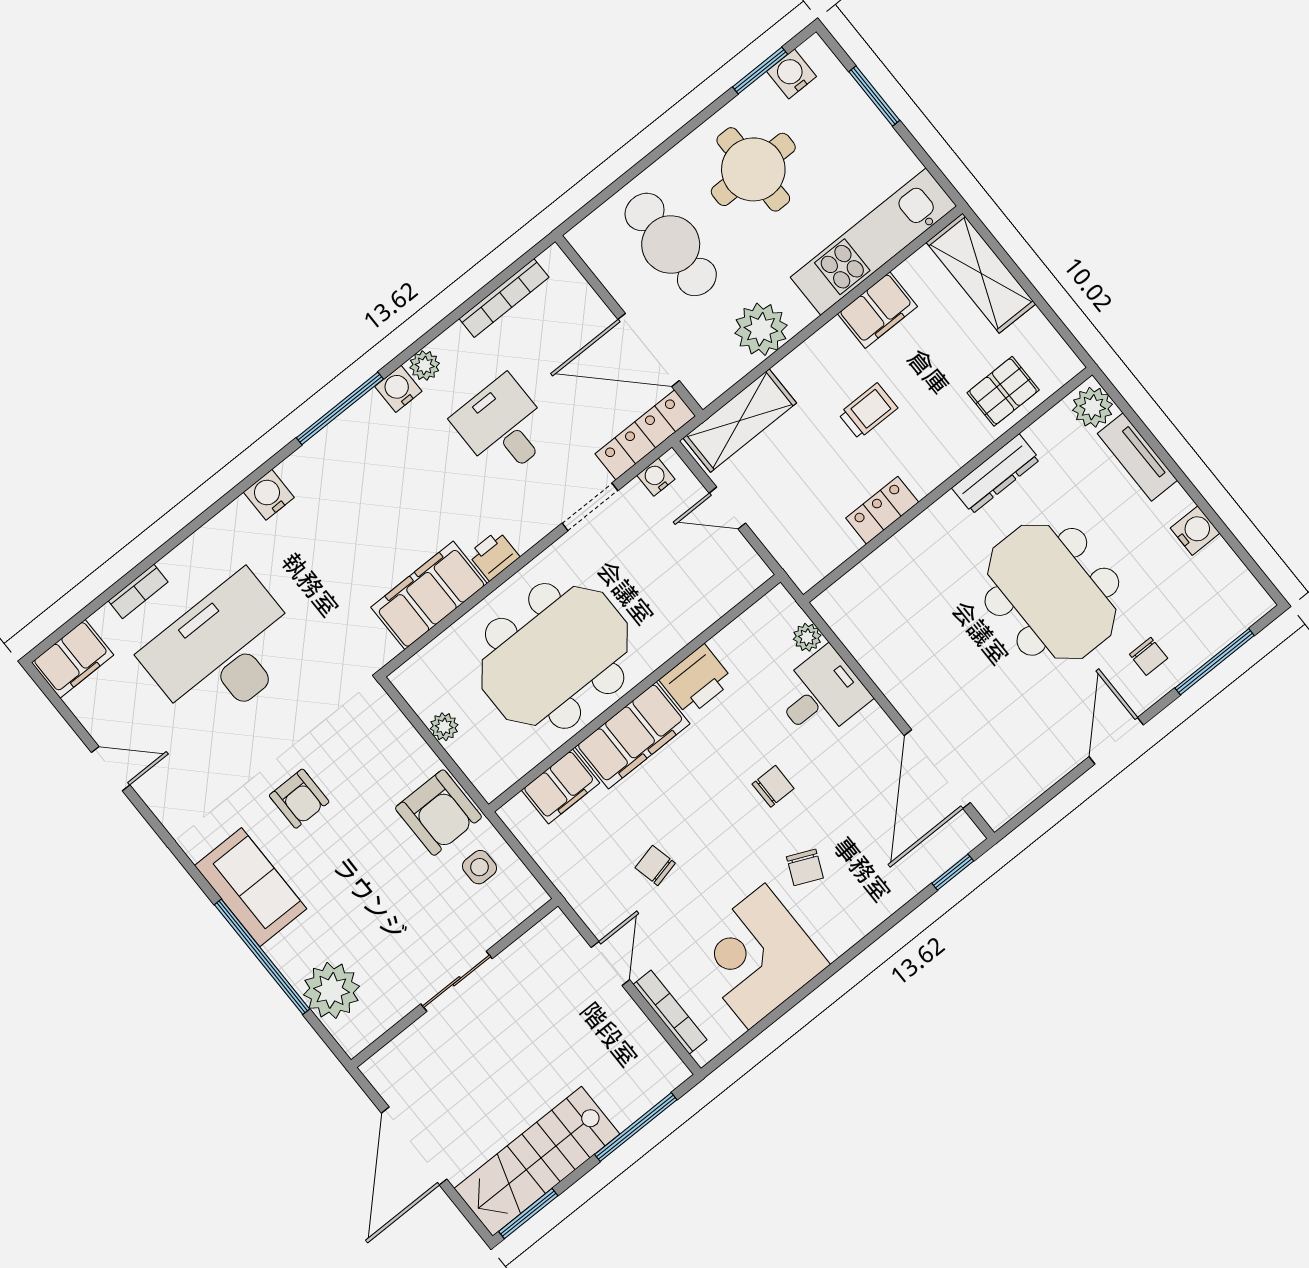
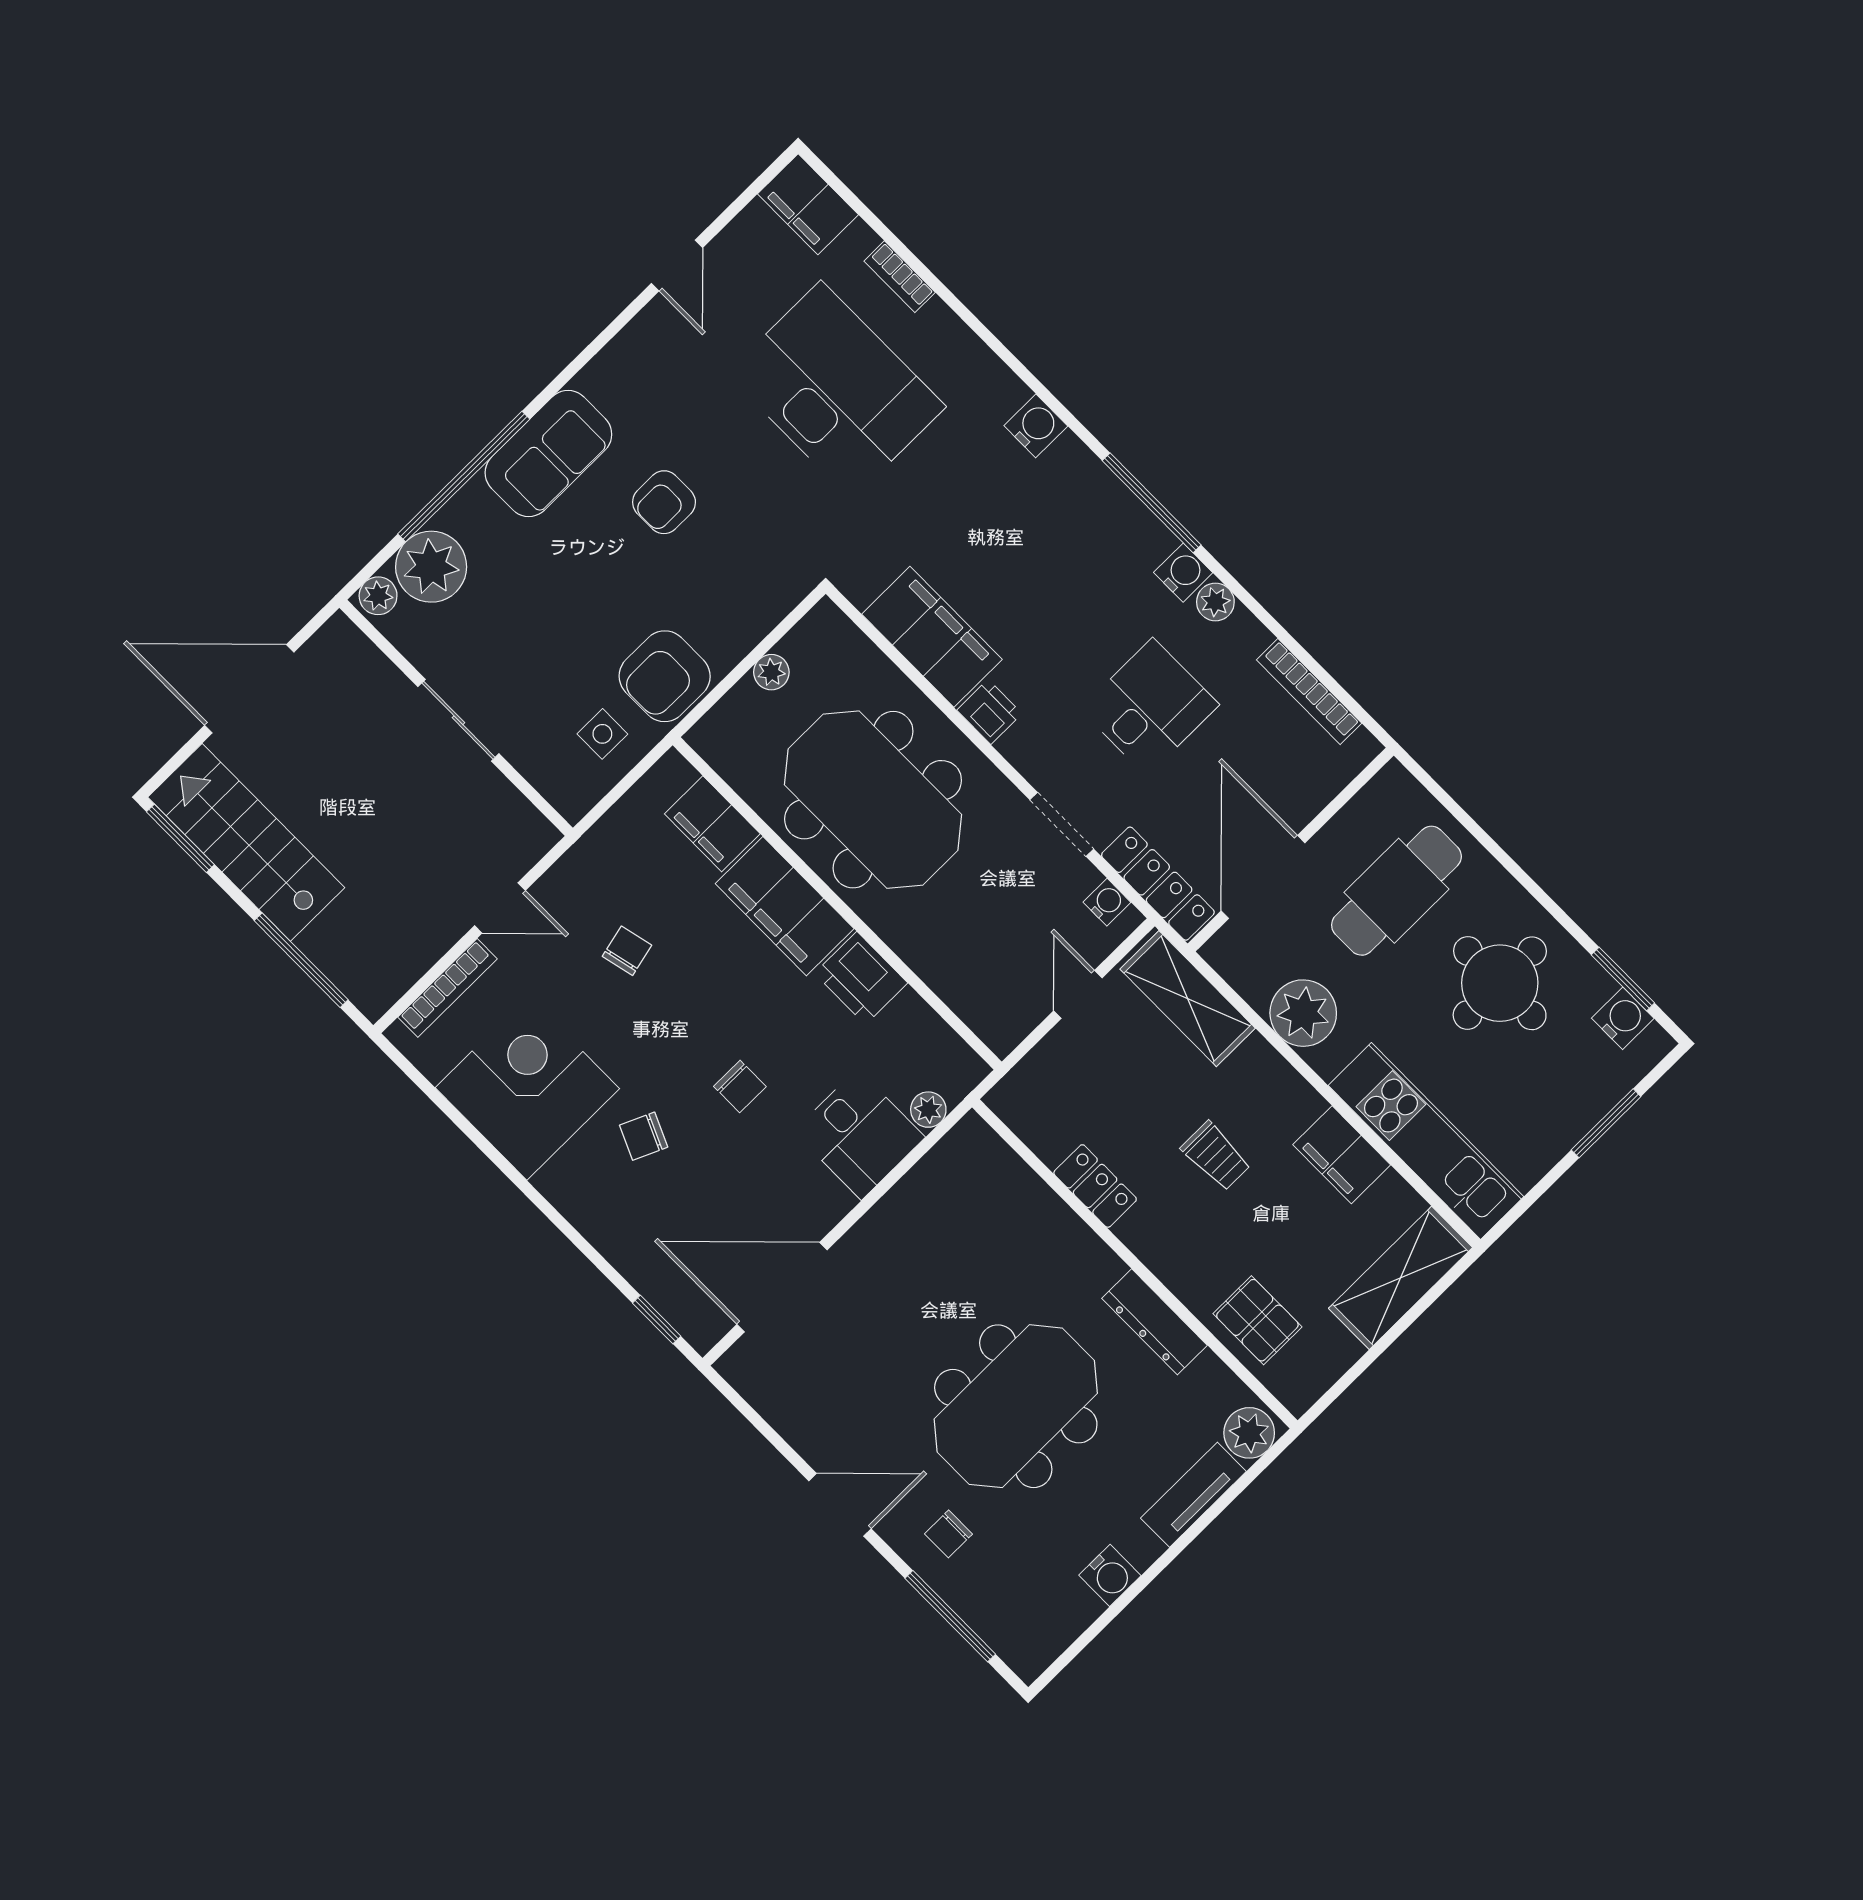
plant: (350, 1035) -> (378, 596), added

